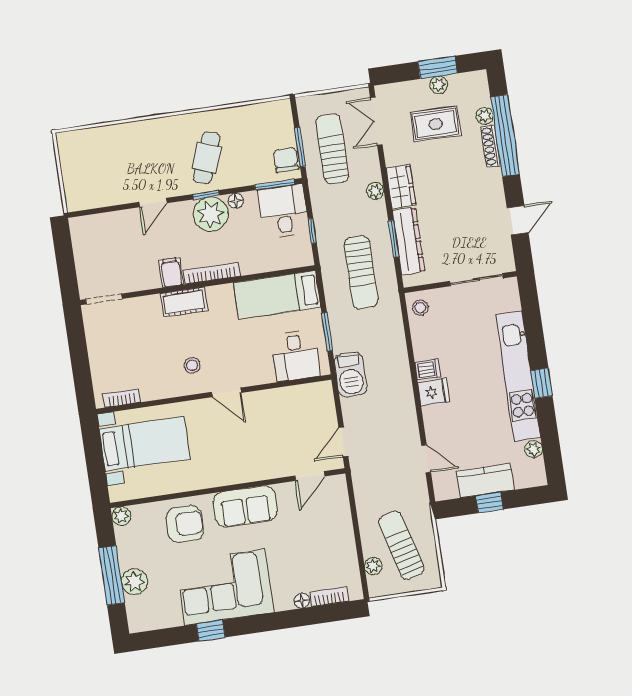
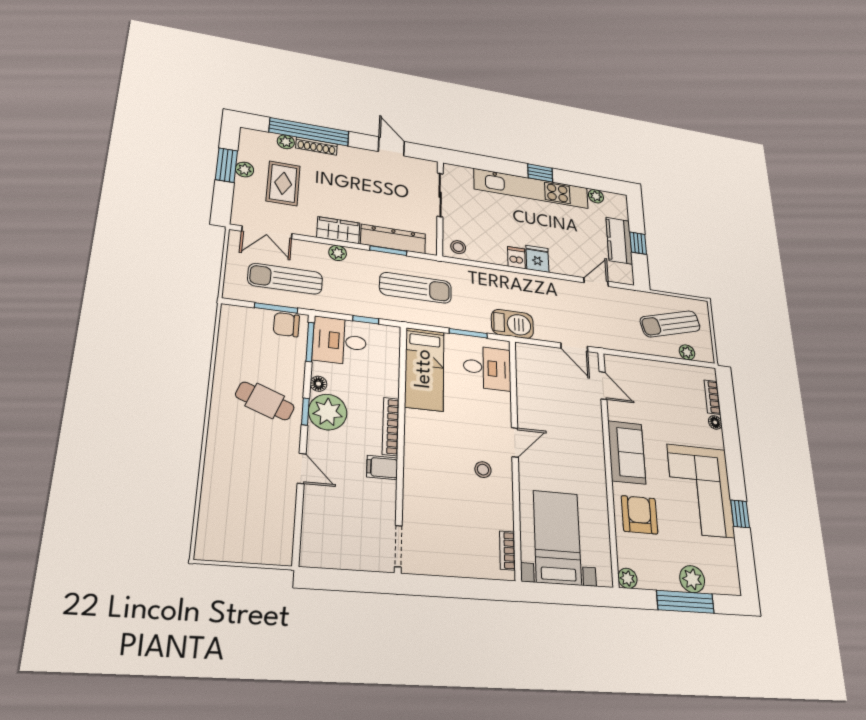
cot: (184, 302) -> (416, 462), removed

